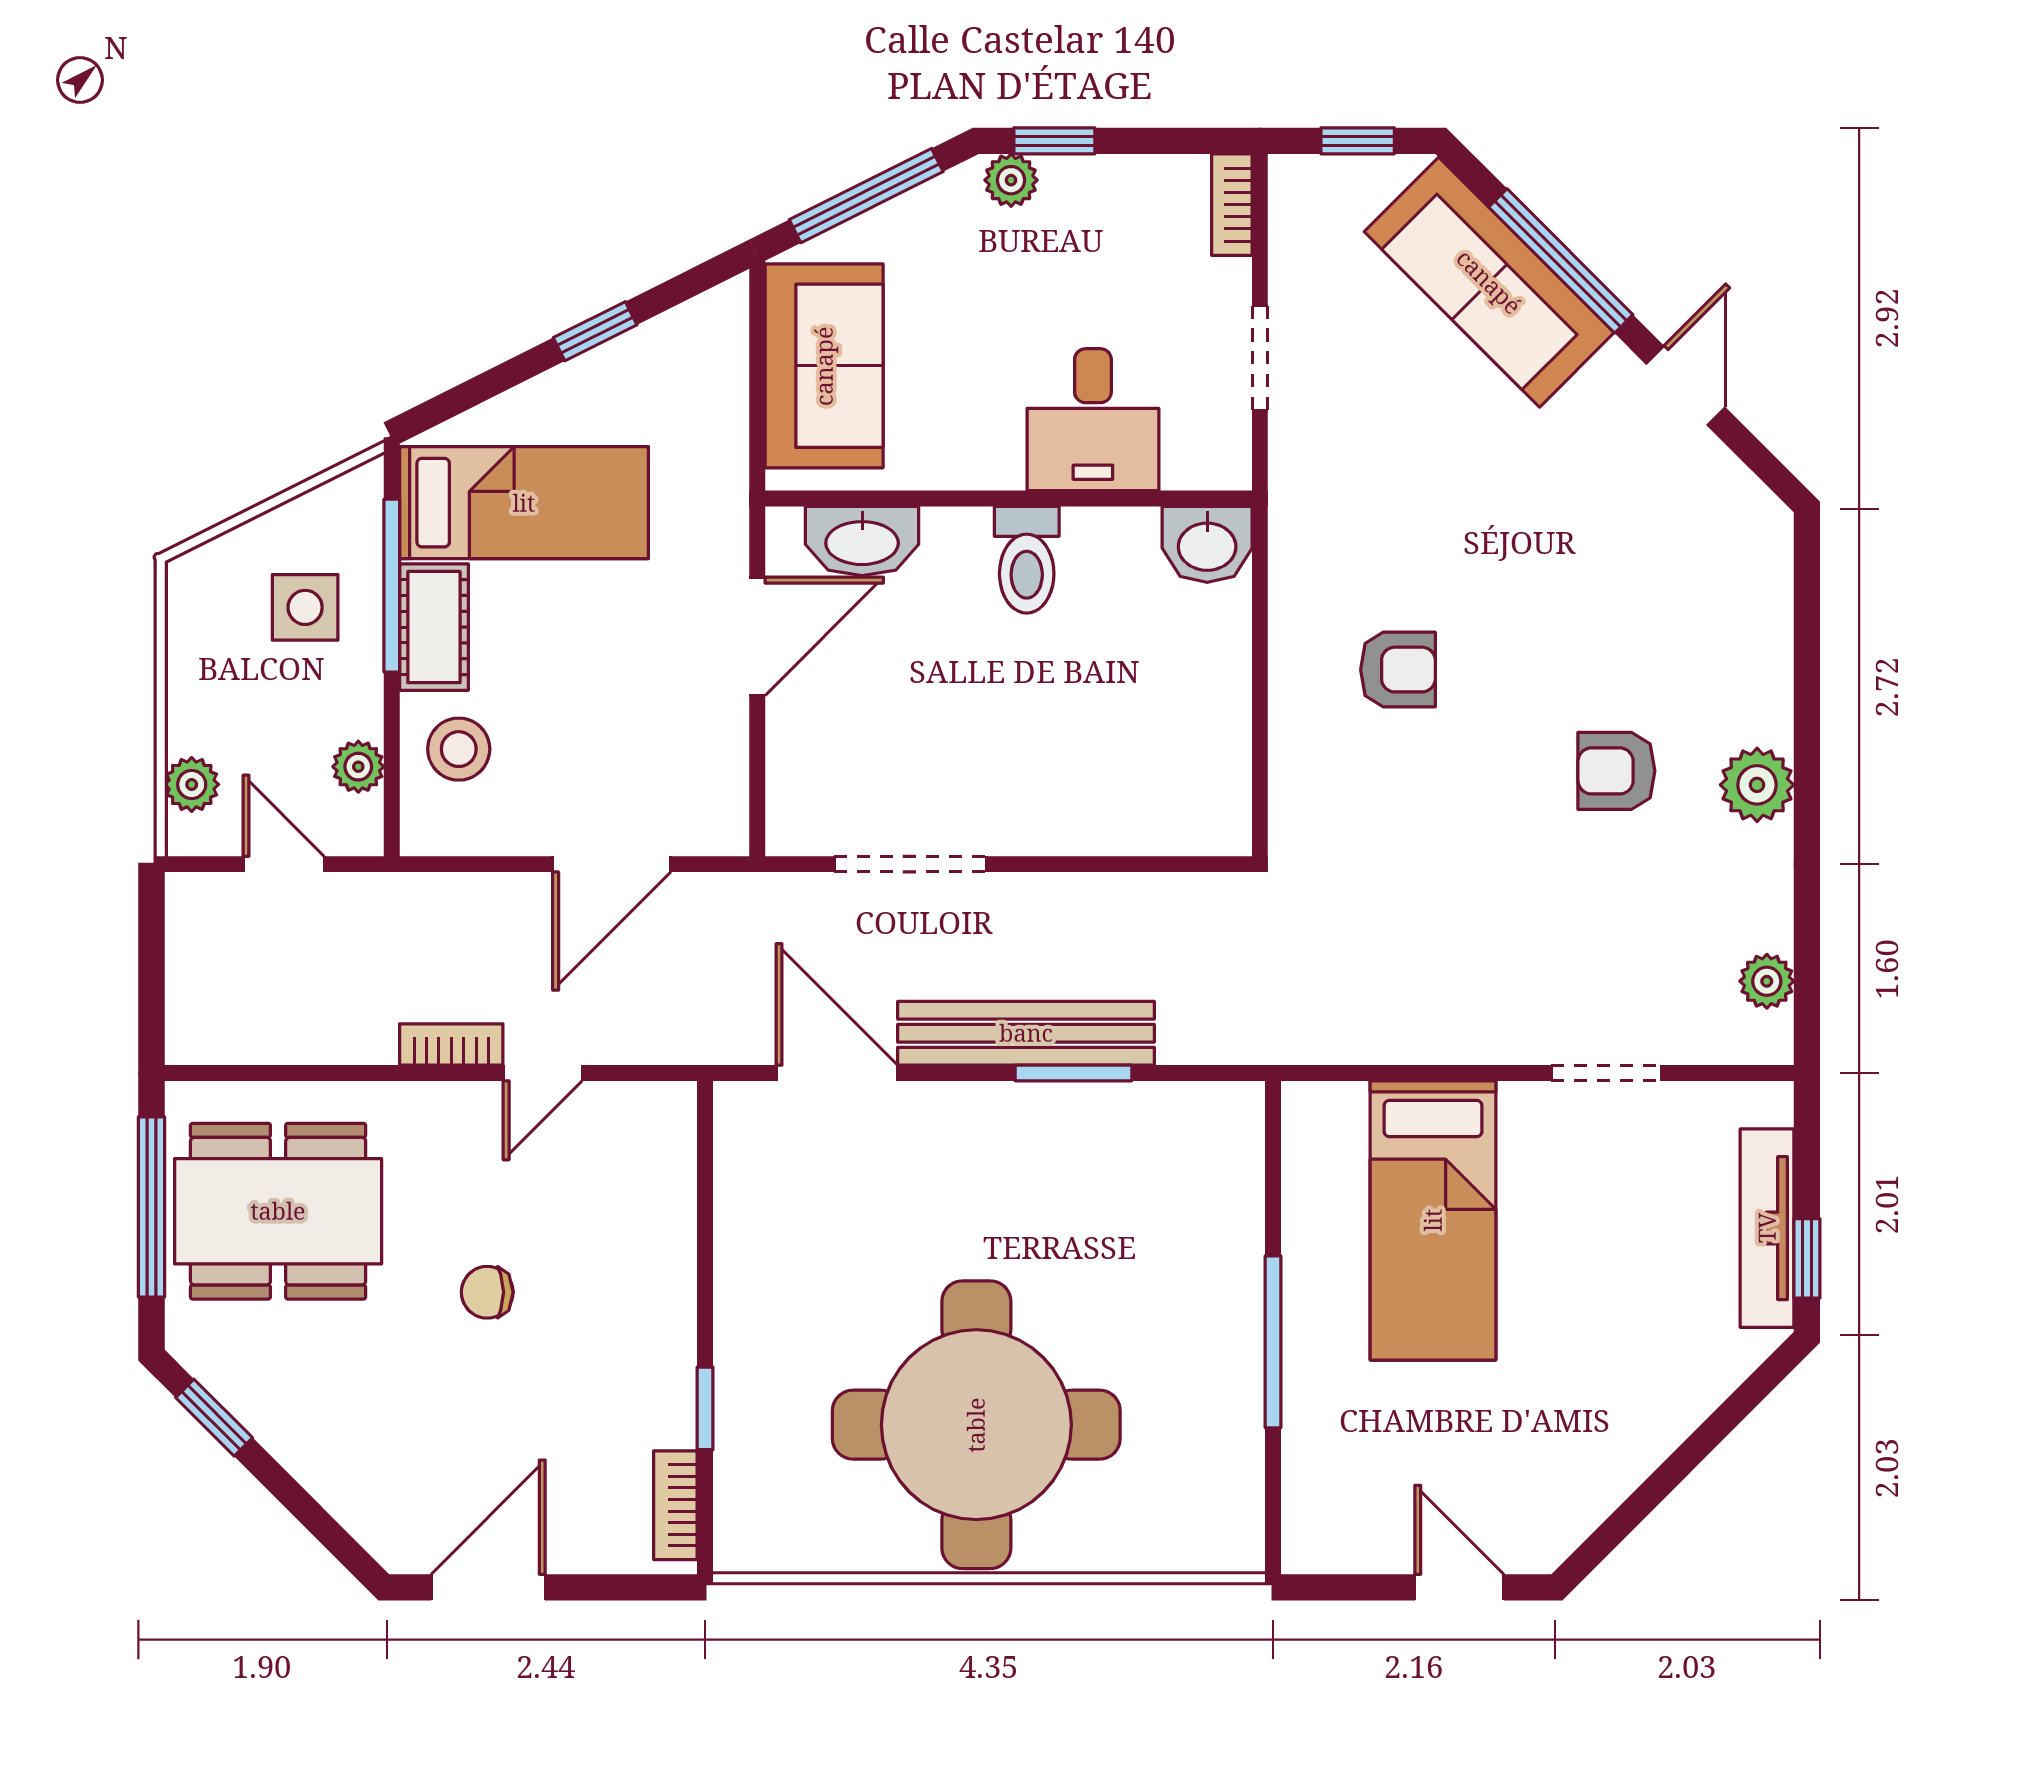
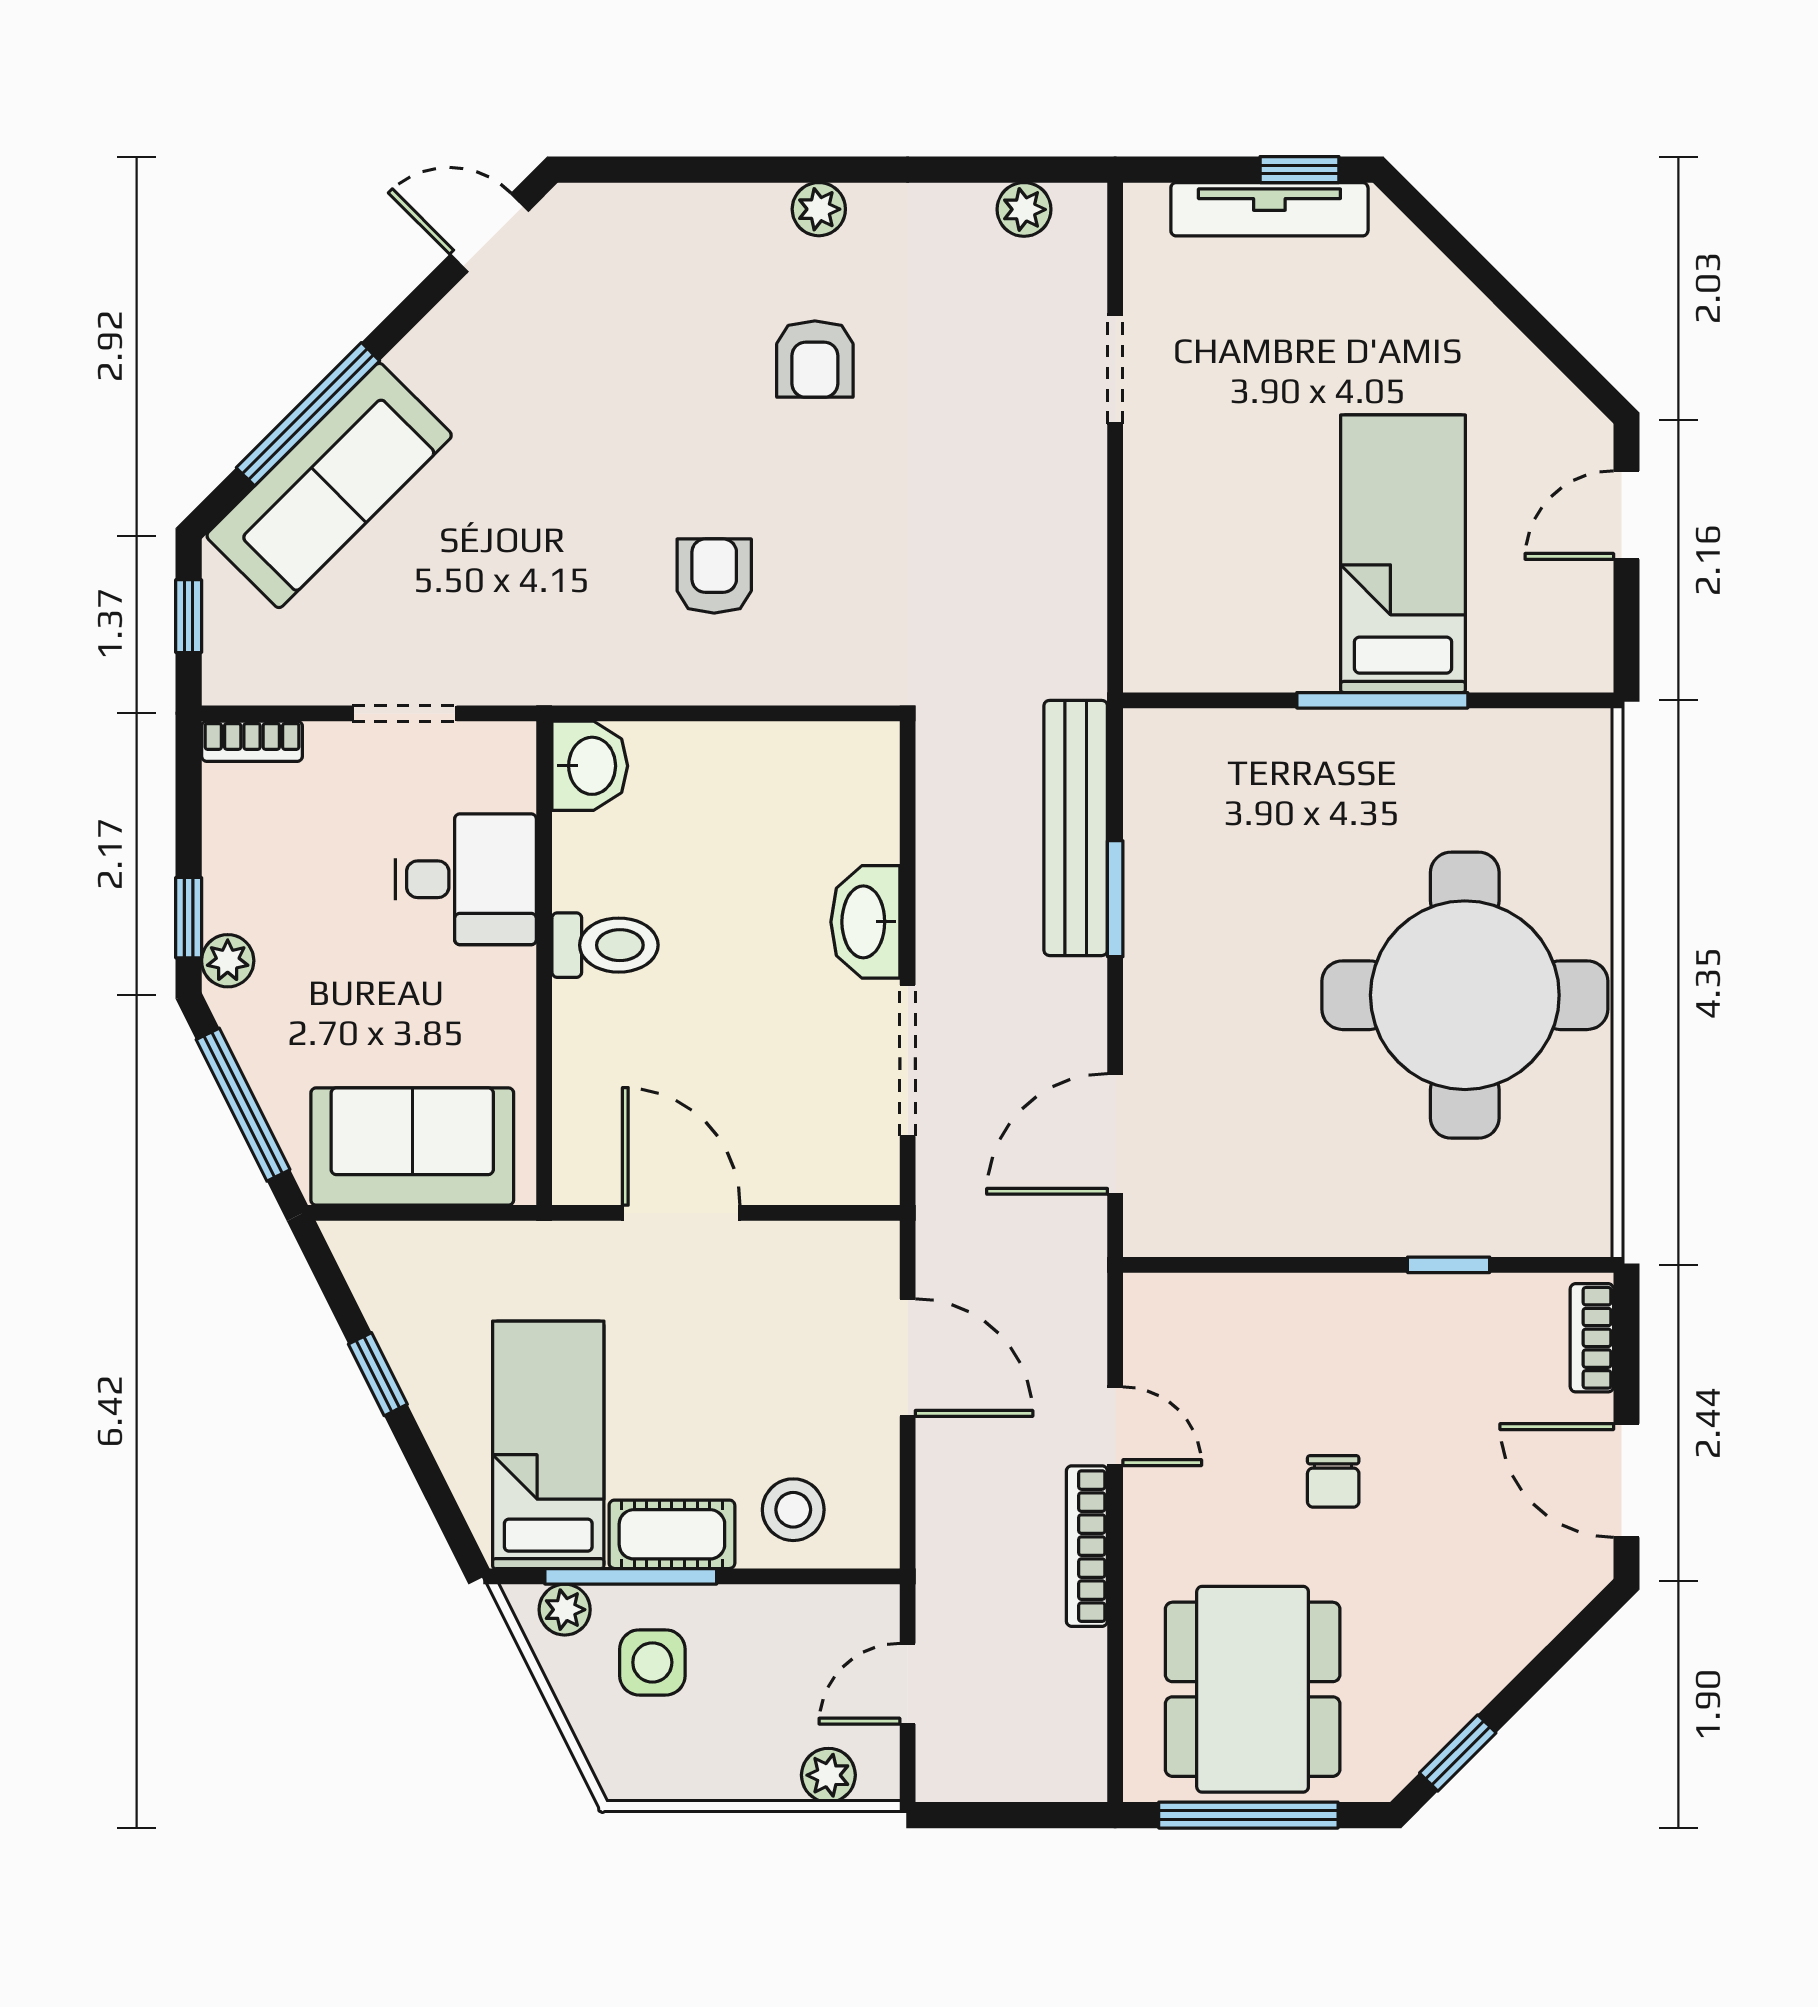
door: (1686, 386) -> (489, 233), moved
washbasin: (862, 541) -> (865, 922), moved, turned 180
plant: (358, 767) -> (565, 1610), moved
plant: (1757, 785) -> (819, 209), width x0.73, depth x0.73
bench: (1026, 1033) -> (1076, 828), moved
bookcase: (451, 1044) -> (1087, 1546), width x1.56
bed: (1433, 1220) -> (1403, 554), moved, turned -90
bookcase: (675, 1505) -> (1592, 1338), moved, turned 90

